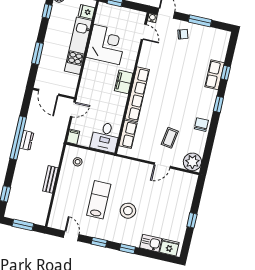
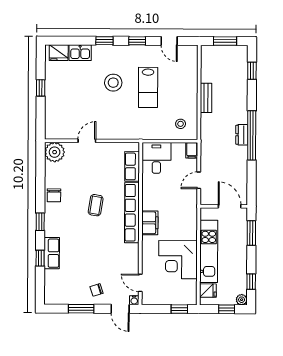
door: (49, 92) -> (230, 206), moved
wall: (54, 94) -> (224, 206), moved
coffee table: (170, 138) -> (96, 205), moved

